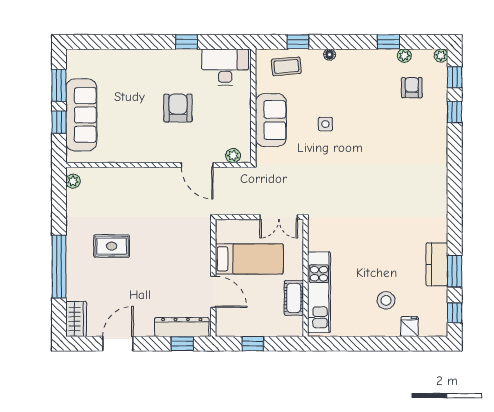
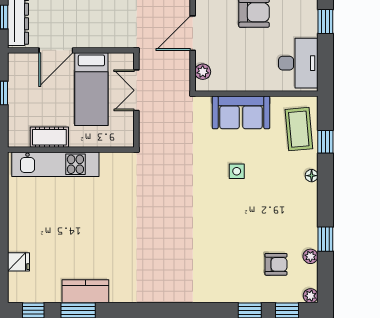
coffee table: (286, 66) -> (299, 129), width x1.36, depth x1.30
double door: (279, 217) -> (136, 90), moved
stool: (386, 300) -> (47, 236), removed

